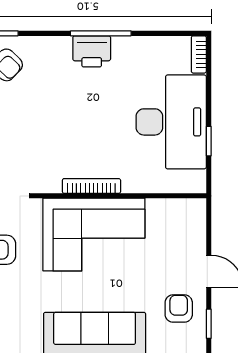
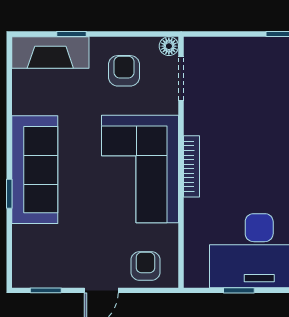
armchair: (179, 309) -> (146, 266), moved, turned -90

